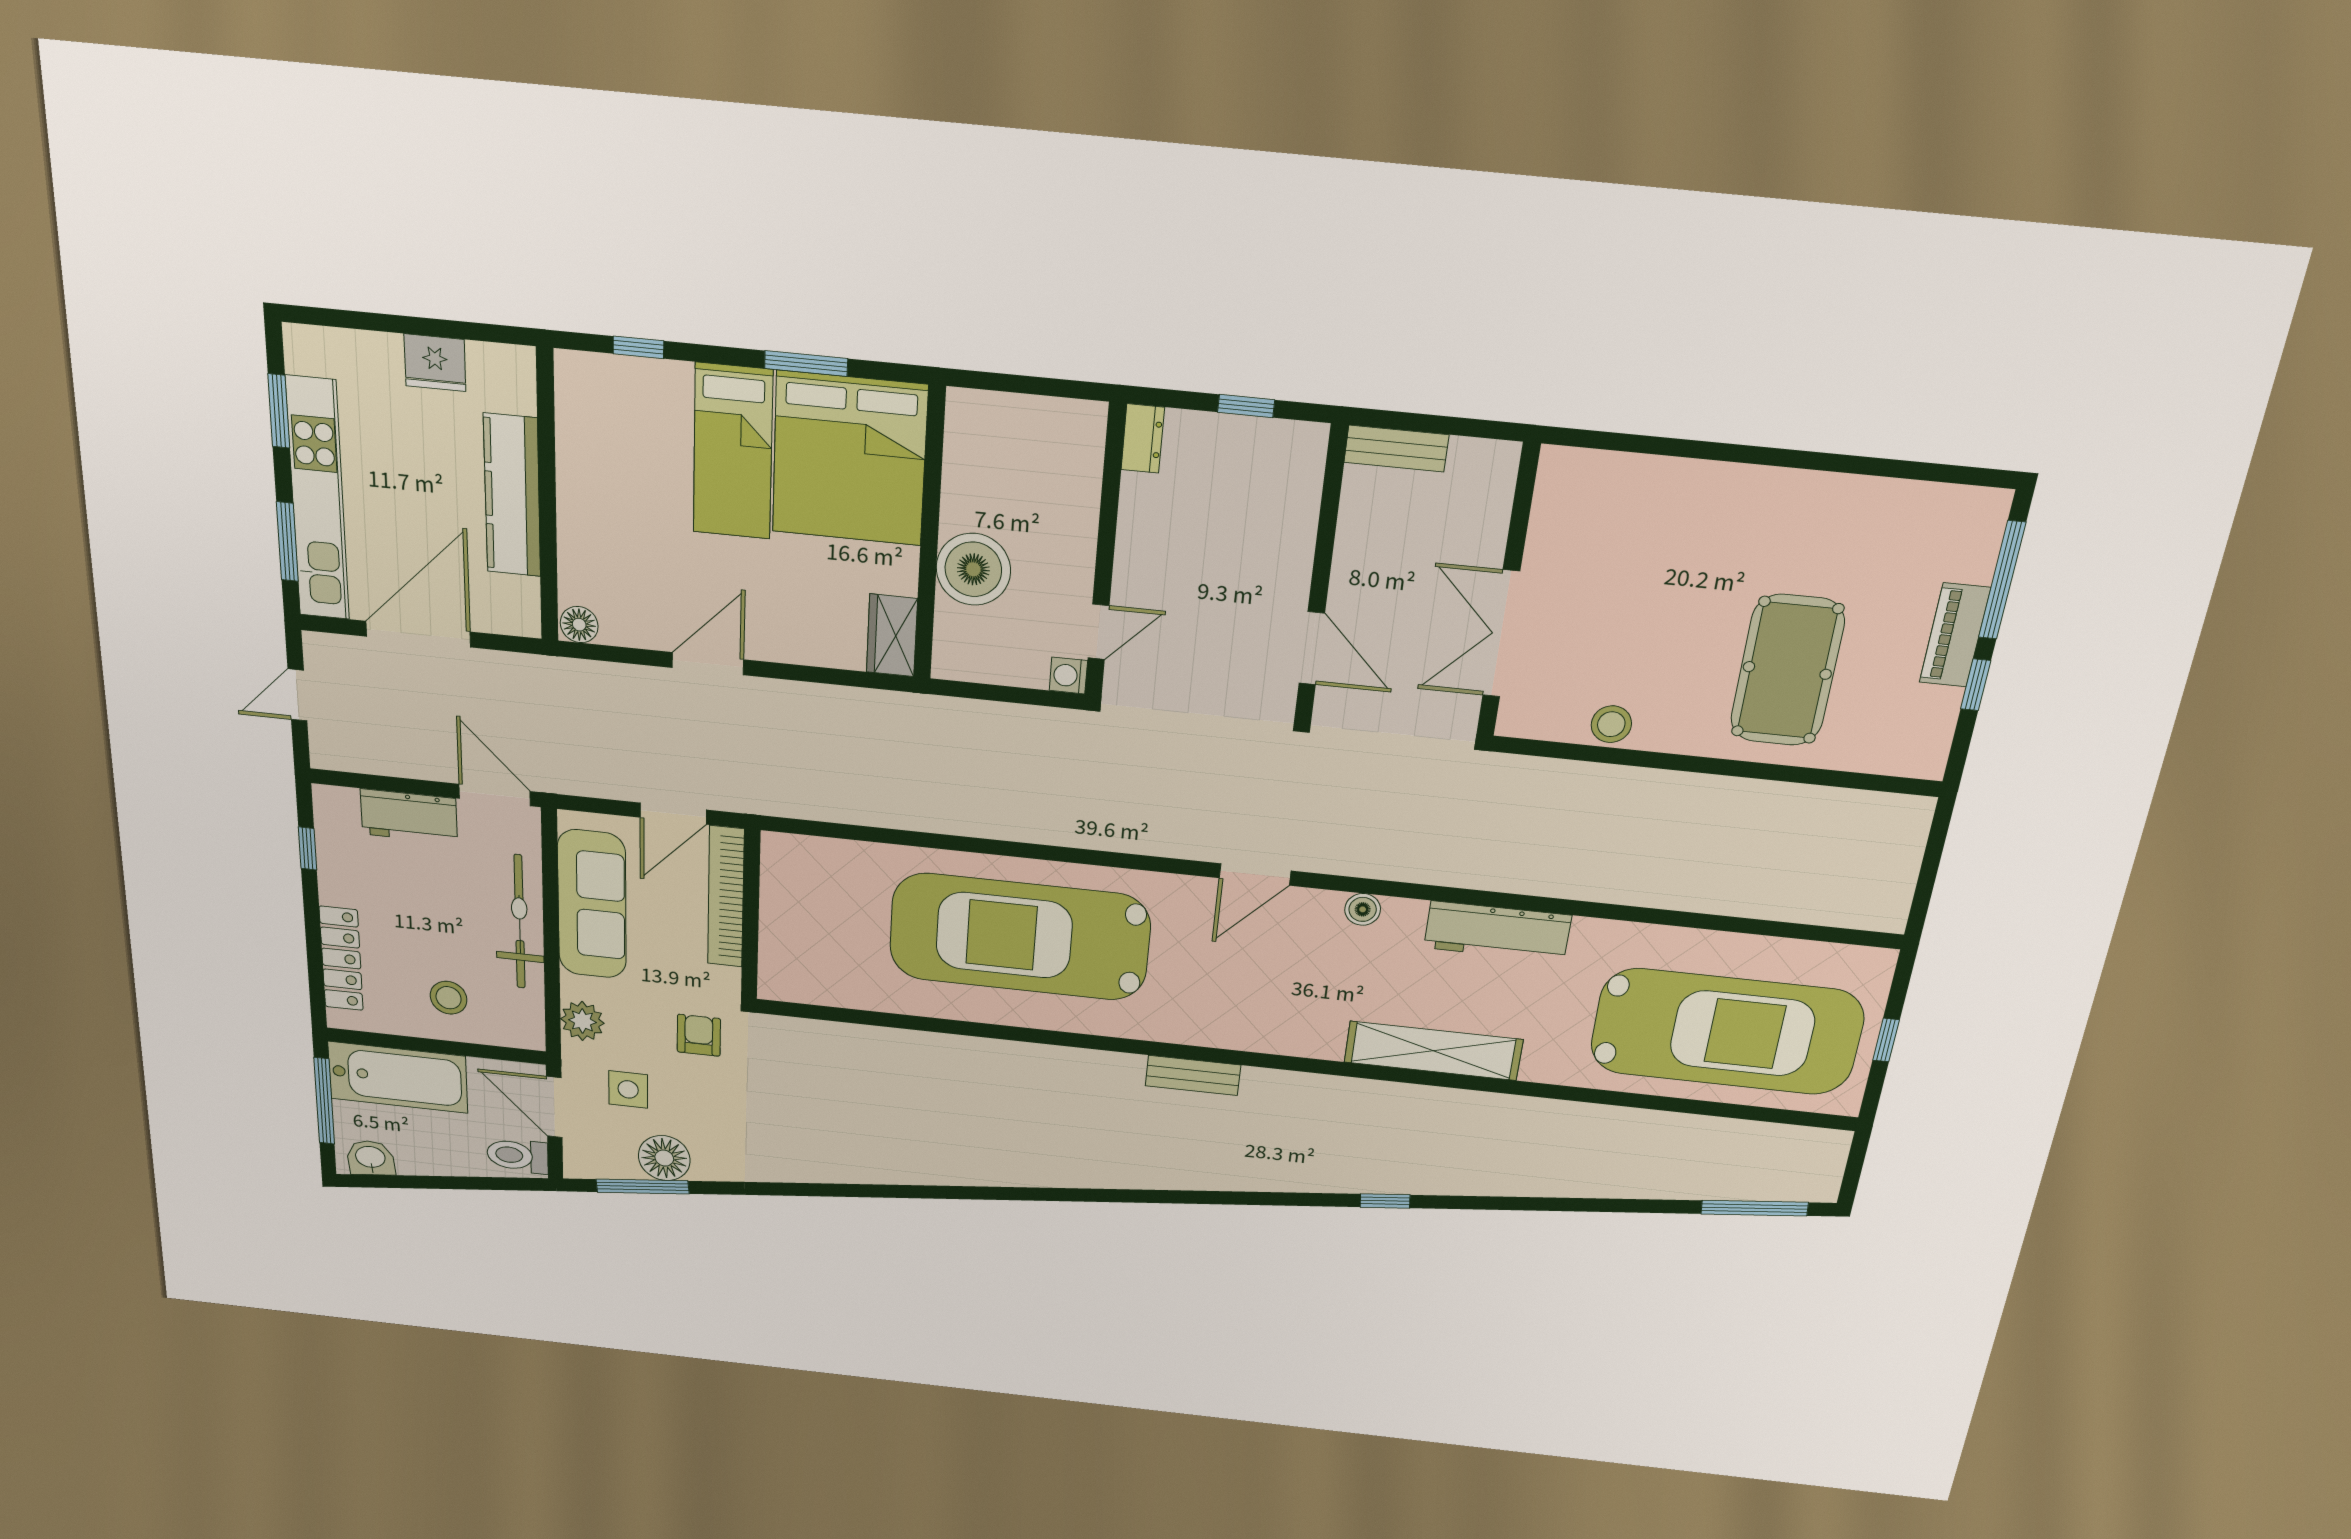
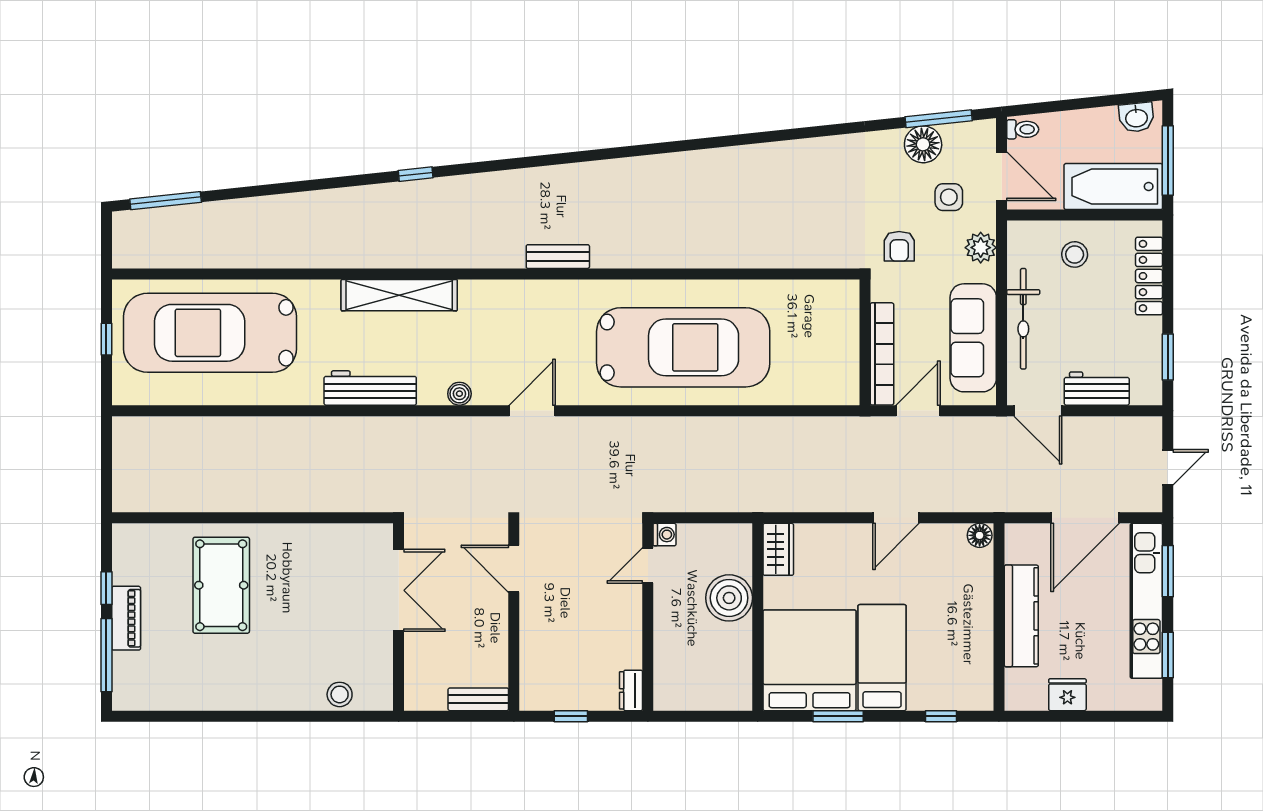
stool: (1611, 724) -> (340, 694), moved
window: (308, 848) -> (1168, 357), width x1.50
toilet: (518, 1156) -> (1023, 129), width x0.73, depth x0.72

